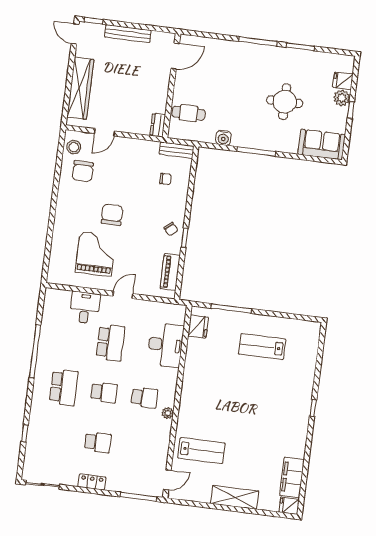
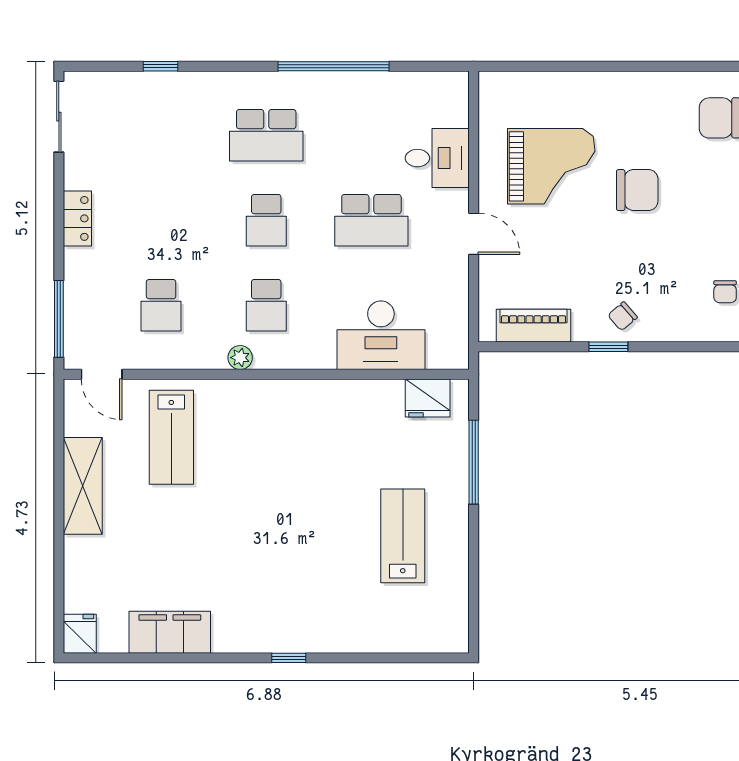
school desk: (98, 442) -> (161, 305), moved
filing cabinet: (292, 477) -> (170, 632), moved
shelving: (235, 497) -> (83, 486), moved

